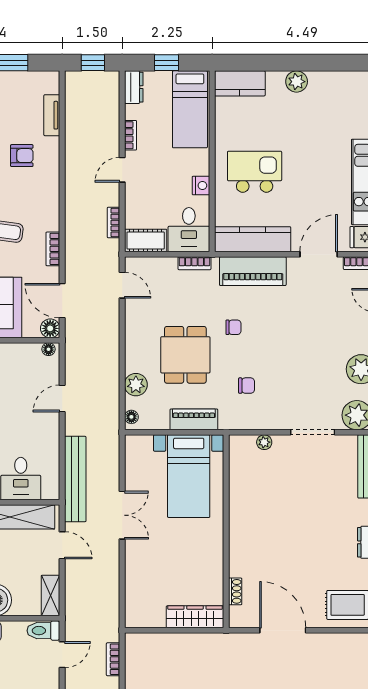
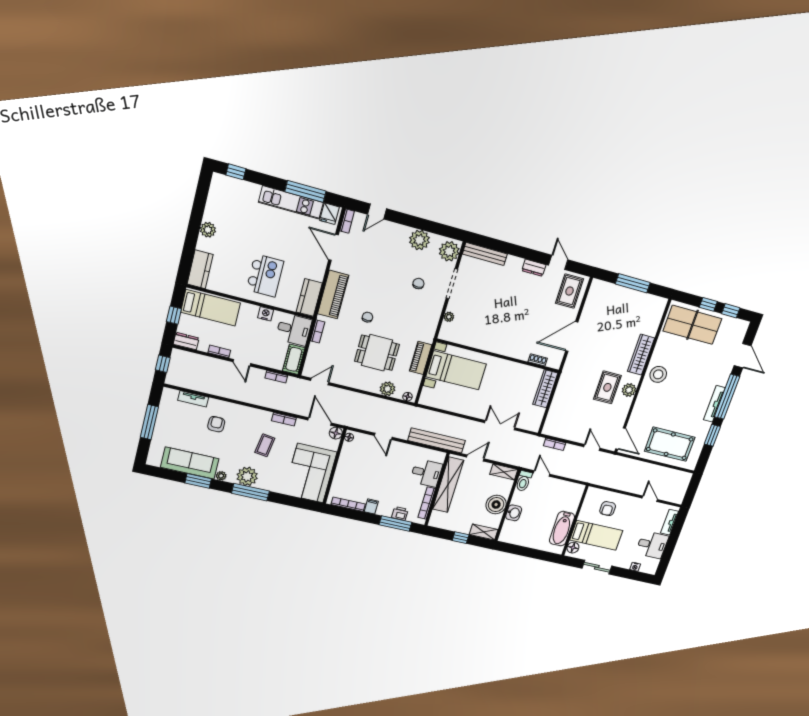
kitchen island: (255, 172) -> (265, 276), turned 180
kitchen counter: (253, 239) -> (309, 297), width x0.67
door: (62, 301) -> (320, 422), swing flipped
chair: (247, 386) -> (418, 284), moved
double door: (122, 515) -> (500, 425), moved

